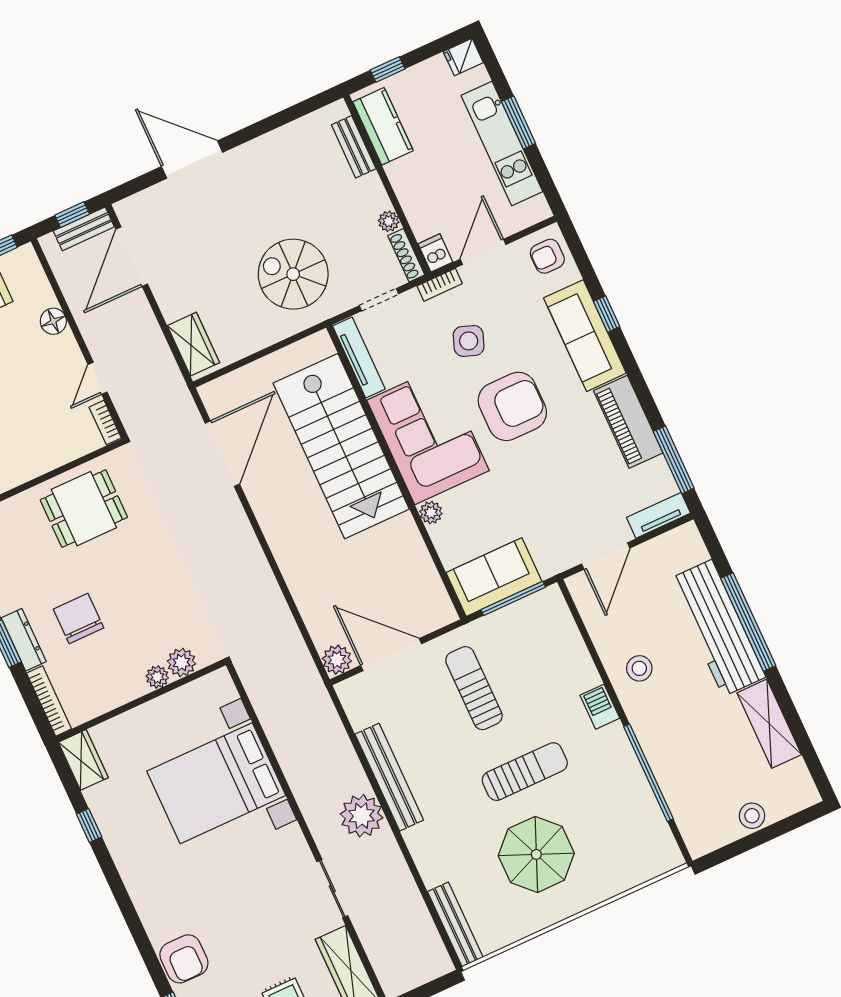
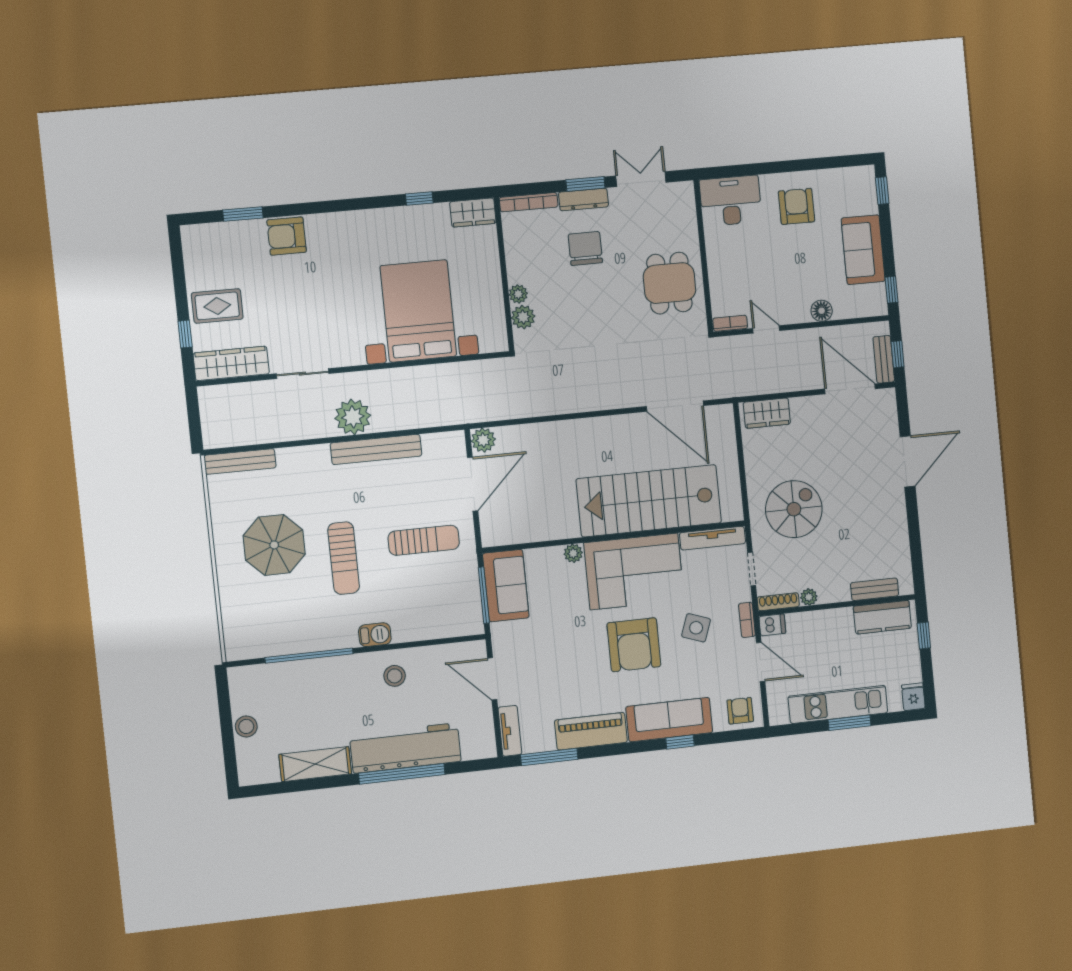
chair: (79, 619) -> (585, 248), turned -90

